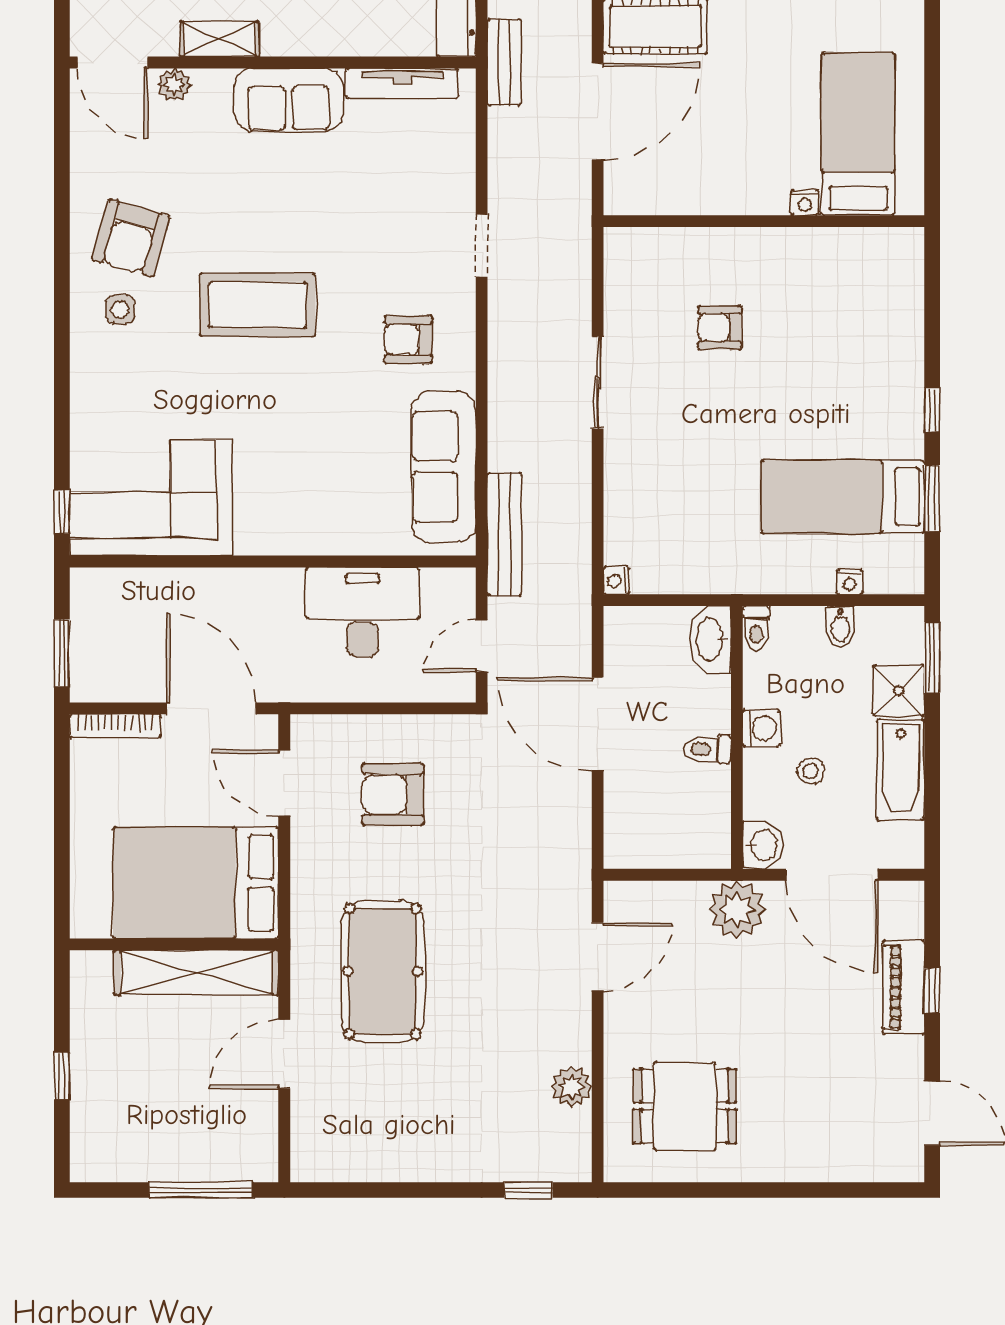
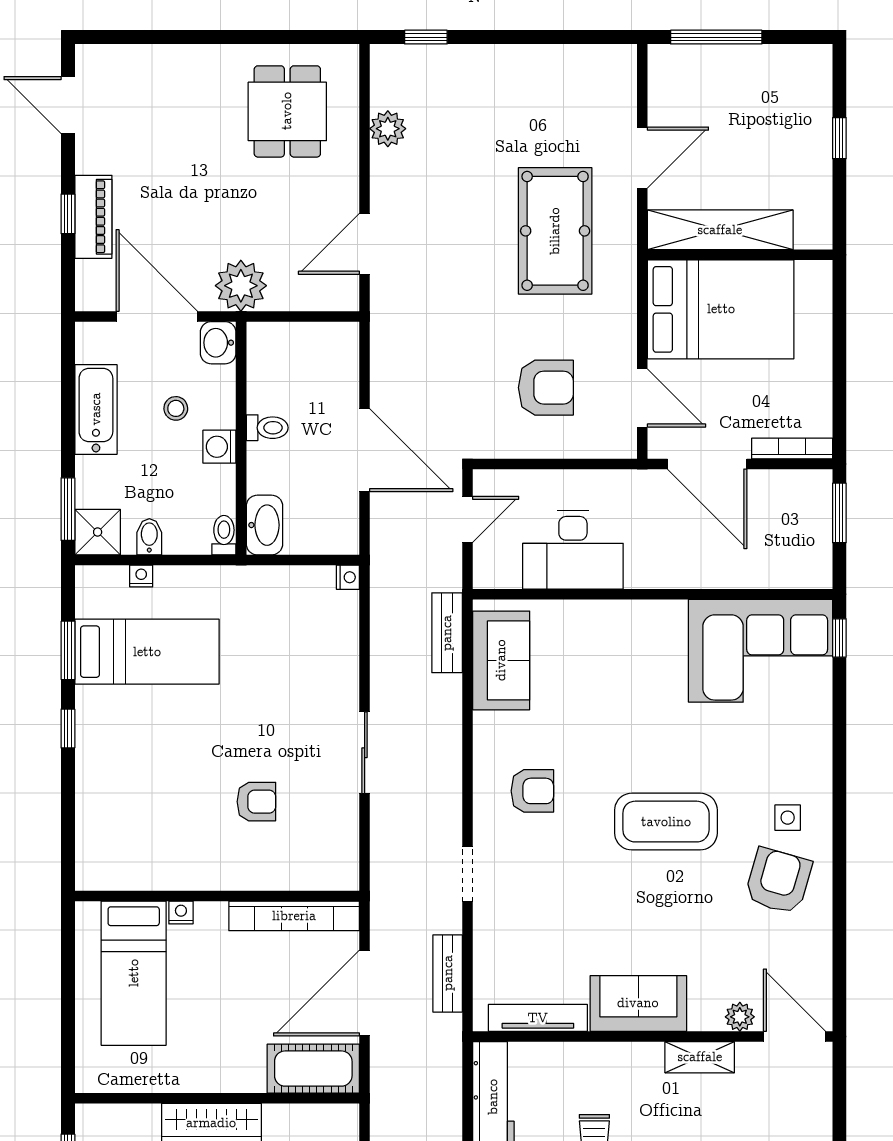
bench: (504, 62) -> (448, 973), moved
bookcase: (677, 199) -> (294, 916), added
sofa: (444, 467) -> (501, 660), width x0.73
bench: (505, 534) -> (447, 633), width x0.73
shower: (899, 691) -> (98, 532), moved
dining table: (685, 1106) -> (287, 111), turned 90

